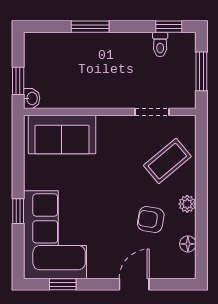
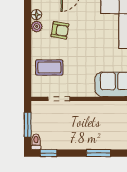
toilet: (160, 45) -> (36, 142), moved
coffee table: (167, 161) -> (49, 68), turned 40
plant: (187, 204) -> (37, 27), moved

